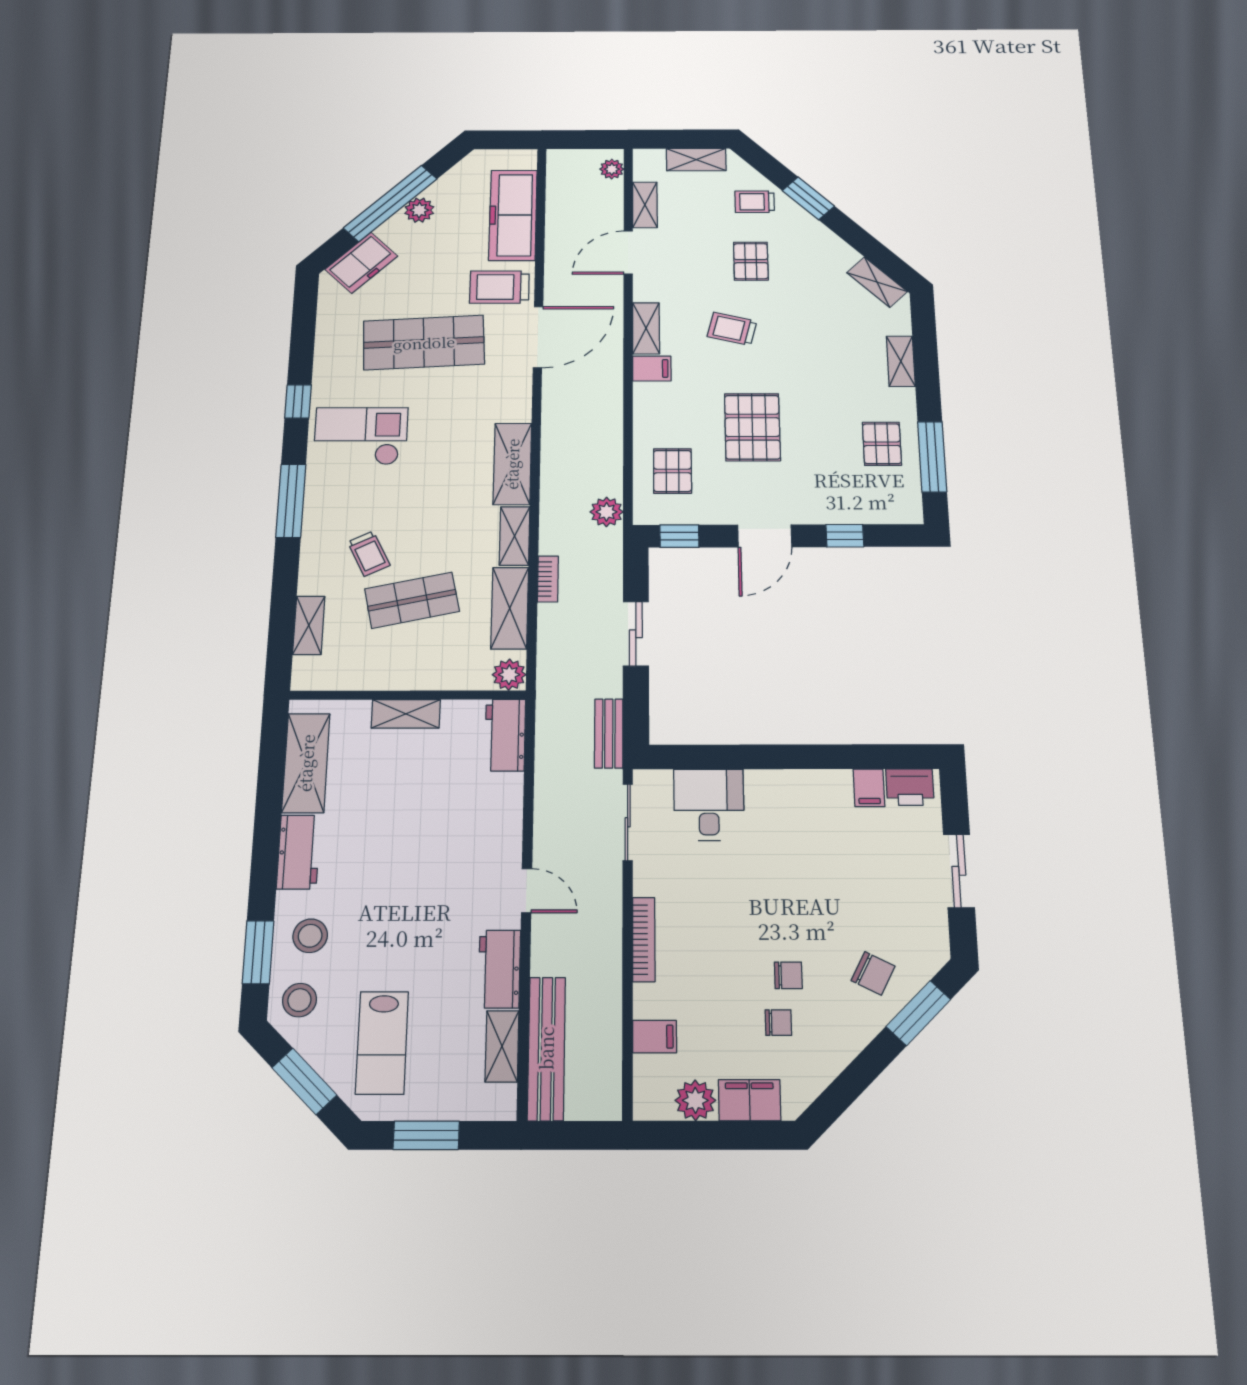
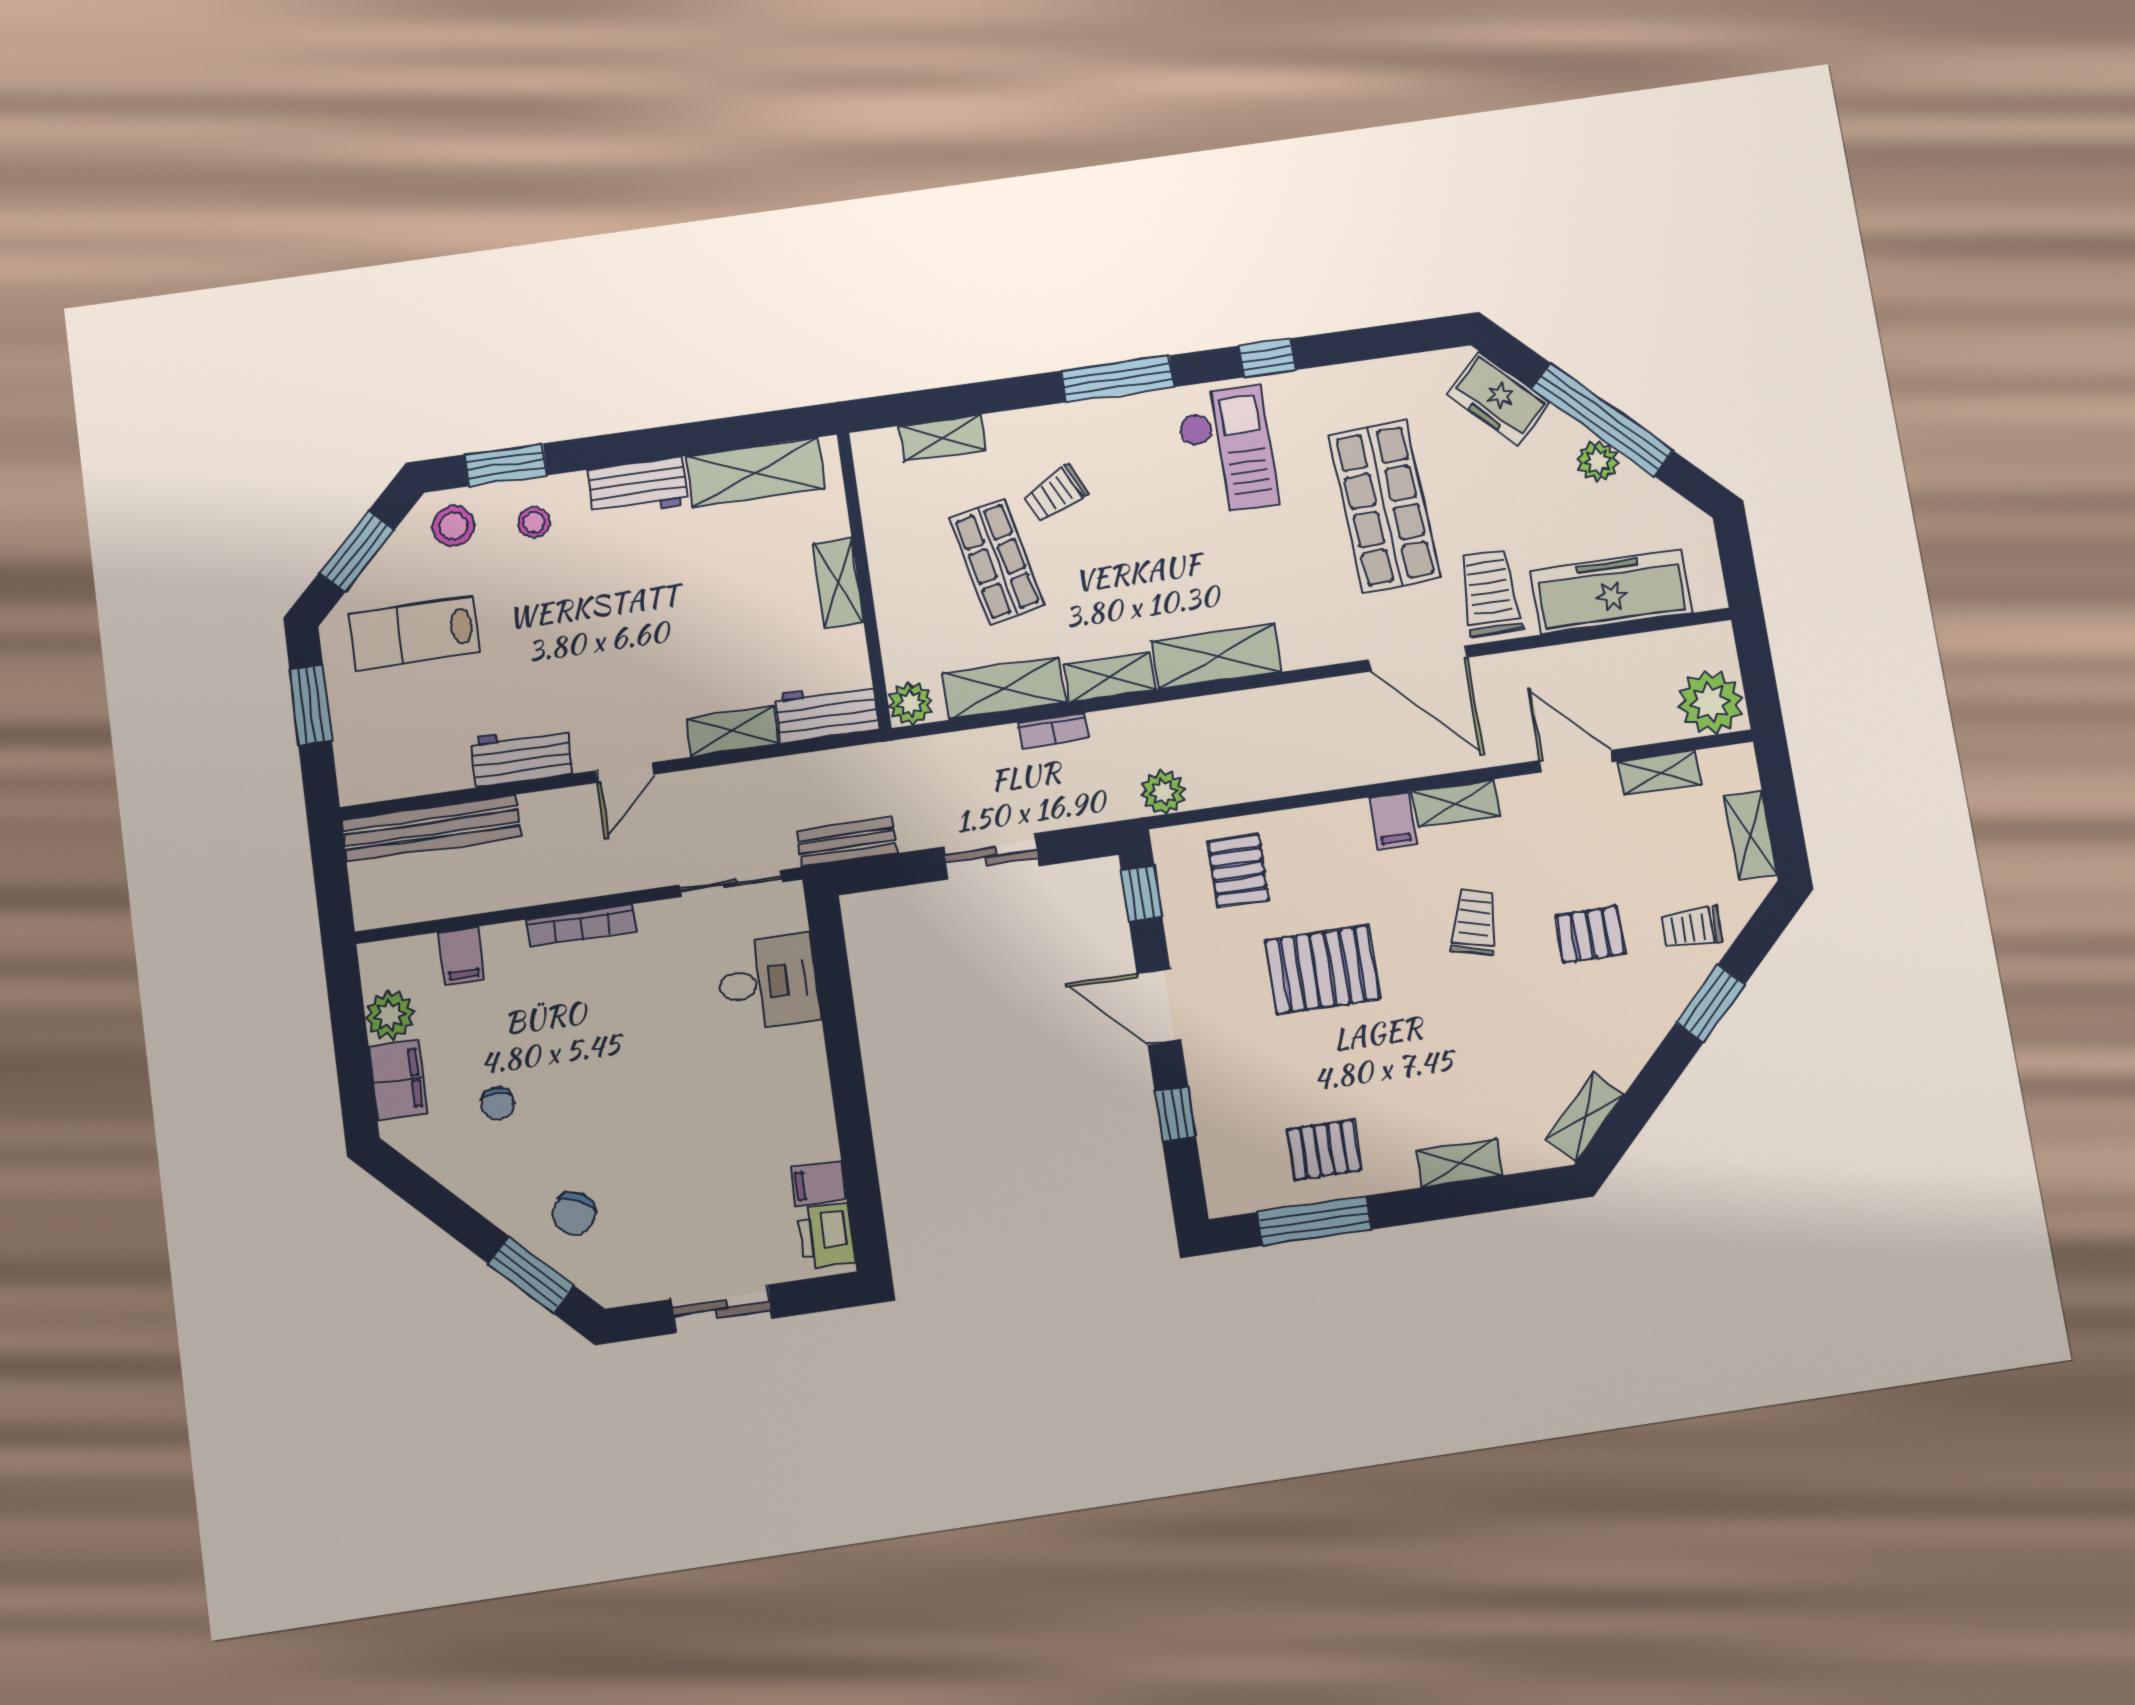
plant: (612, 169) -> (1710, 703), width x1.87, depth x1.87
trolley: (755, 202) -> (1692, 928), turned -90
pallet: (672, 471) -> (1238, 871), turned 90
stool: (310, 936) -> (534, 522), width x0.73, depth x0.73
chair: (788, 975) -> (558, 1109), removed
shelving: (502, 1046) -> (732, 731), moved

